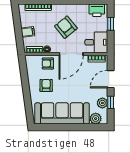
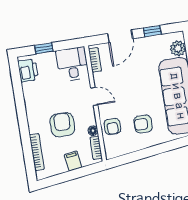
armchair: (66, 27) -> (62, 125), moved, turned 129
door: (71, 54) -> (94, 96), width x0.53
door: (111, 79) -> (120, 36), hinge flipped
plant: (102, 103) -> (155, 43), removed

